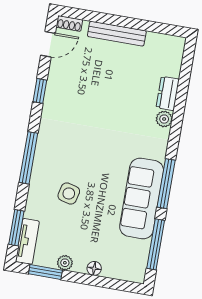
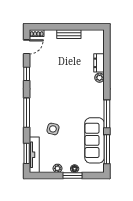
bench: (117, 34) -> (69, 34), width x0.73
sofa: (142, 198) -> (95, 140), moved
tv unit: (27, 241) -> (34, 155), width x1.41
window: (45, 272) -> (72, 175), moved

